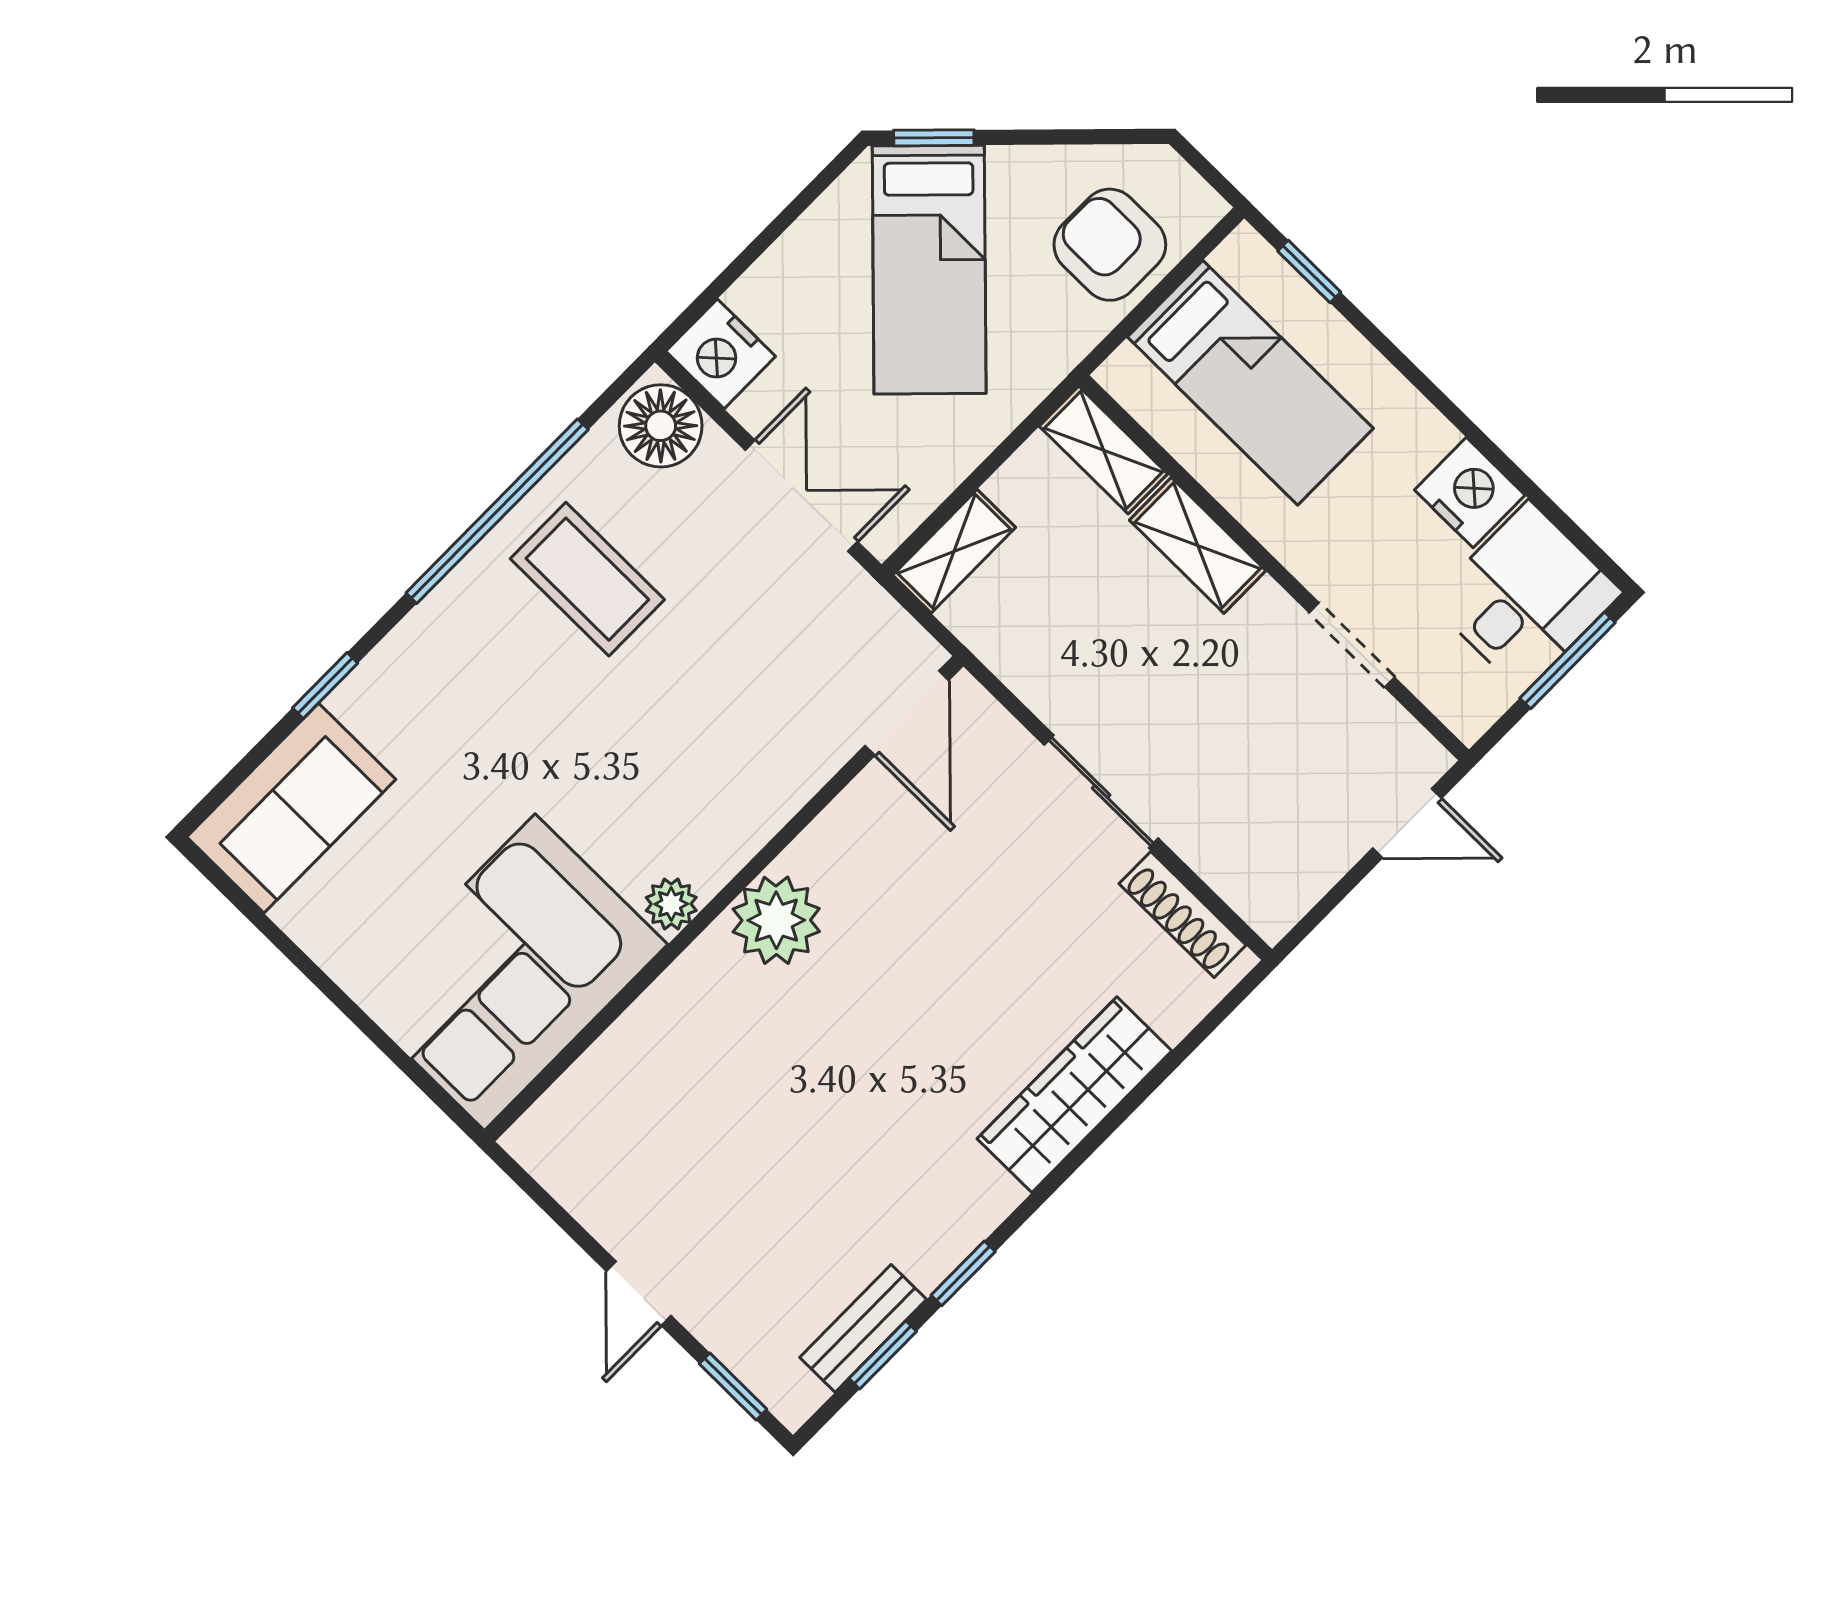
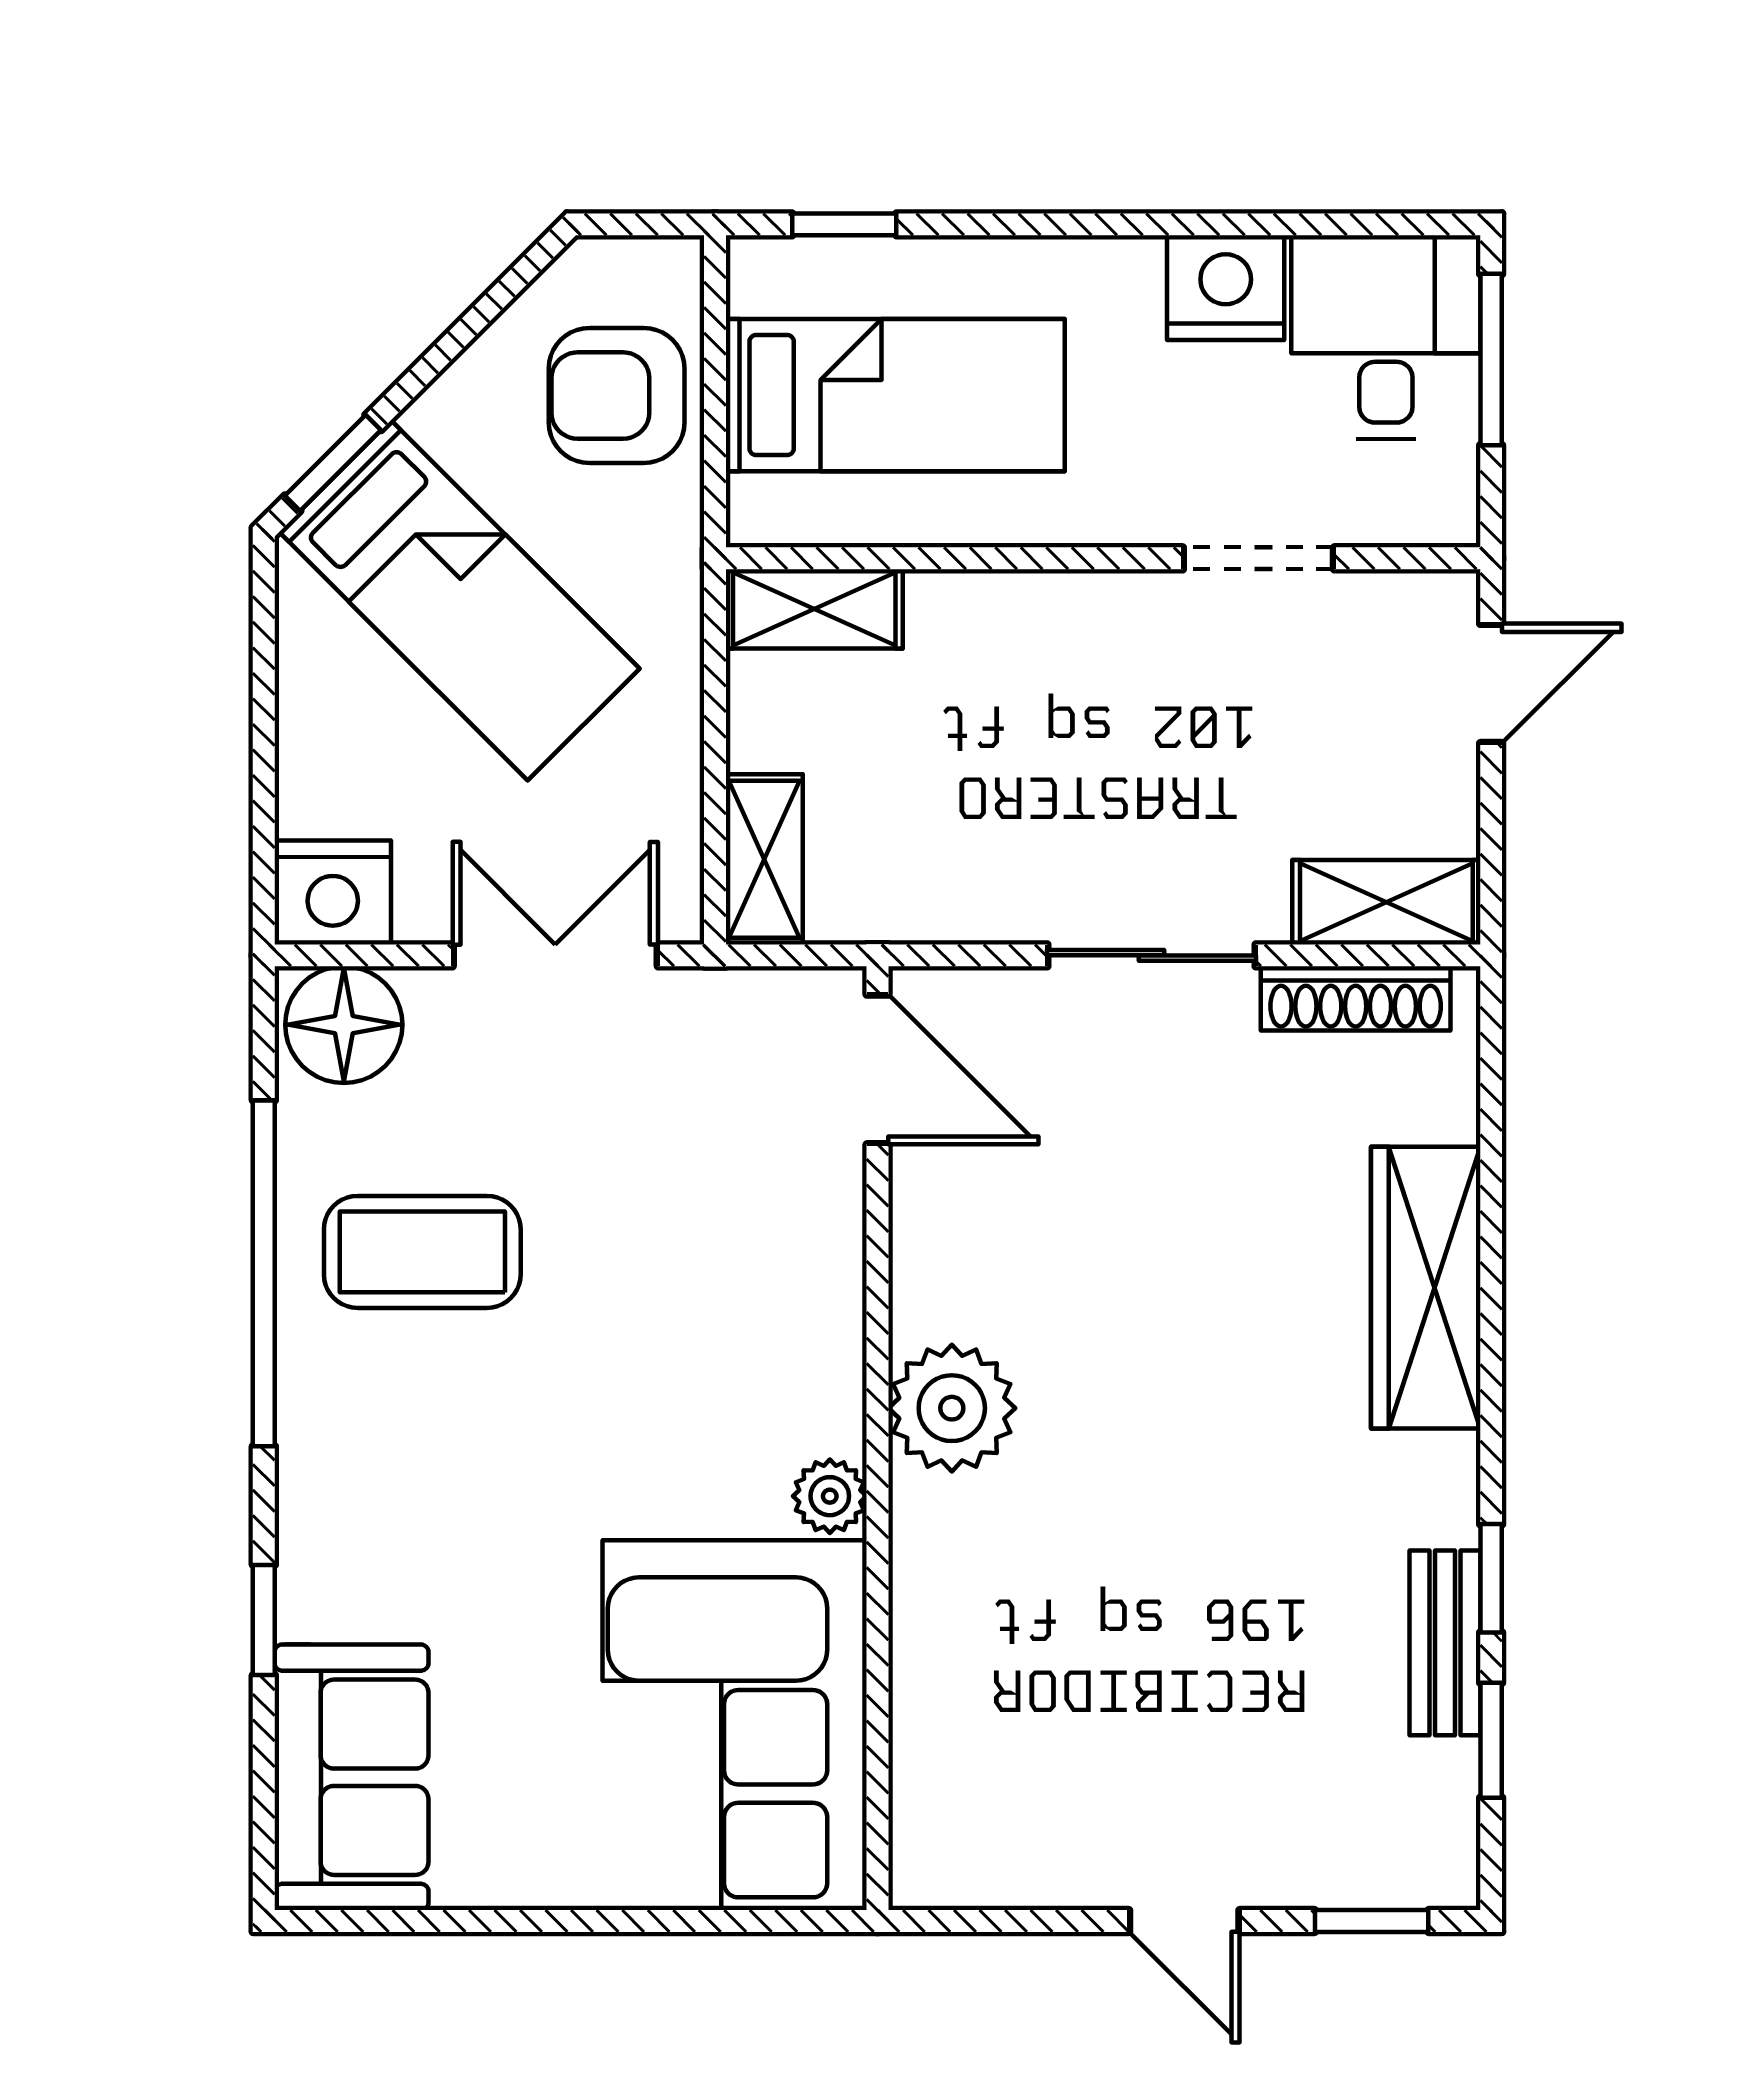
shelving: (1198, 545) -> (1386, 902), moved
bench: (863, 1328) -> (1445, 1643), moved

